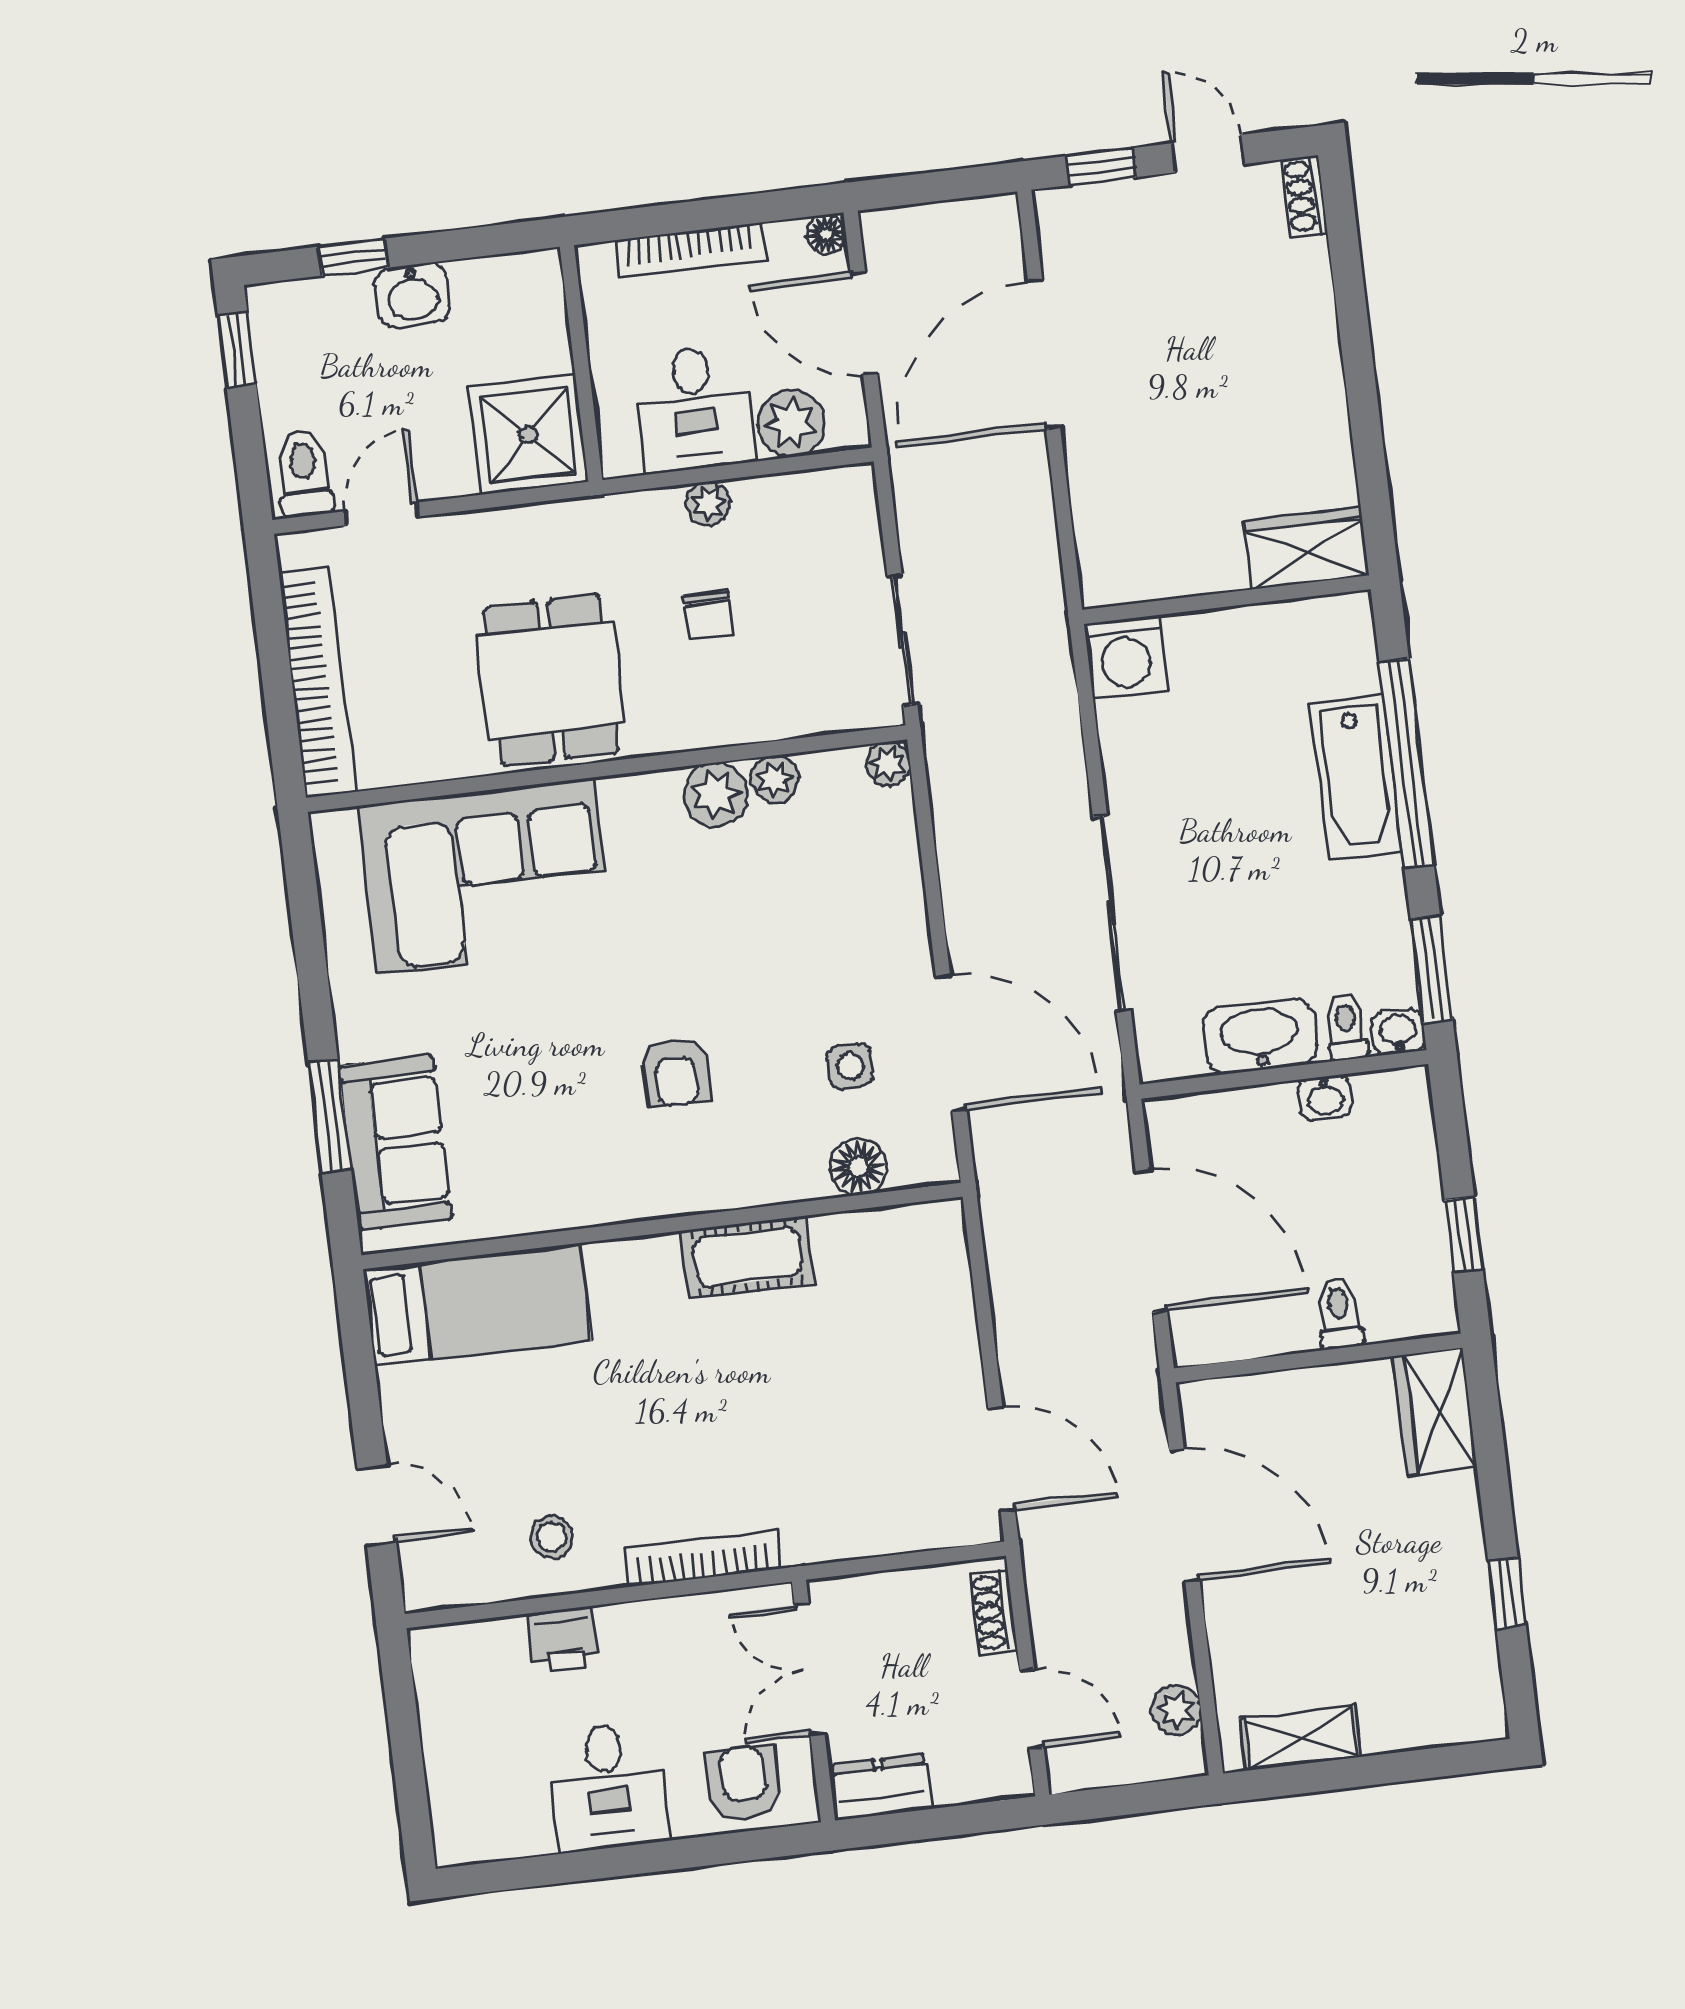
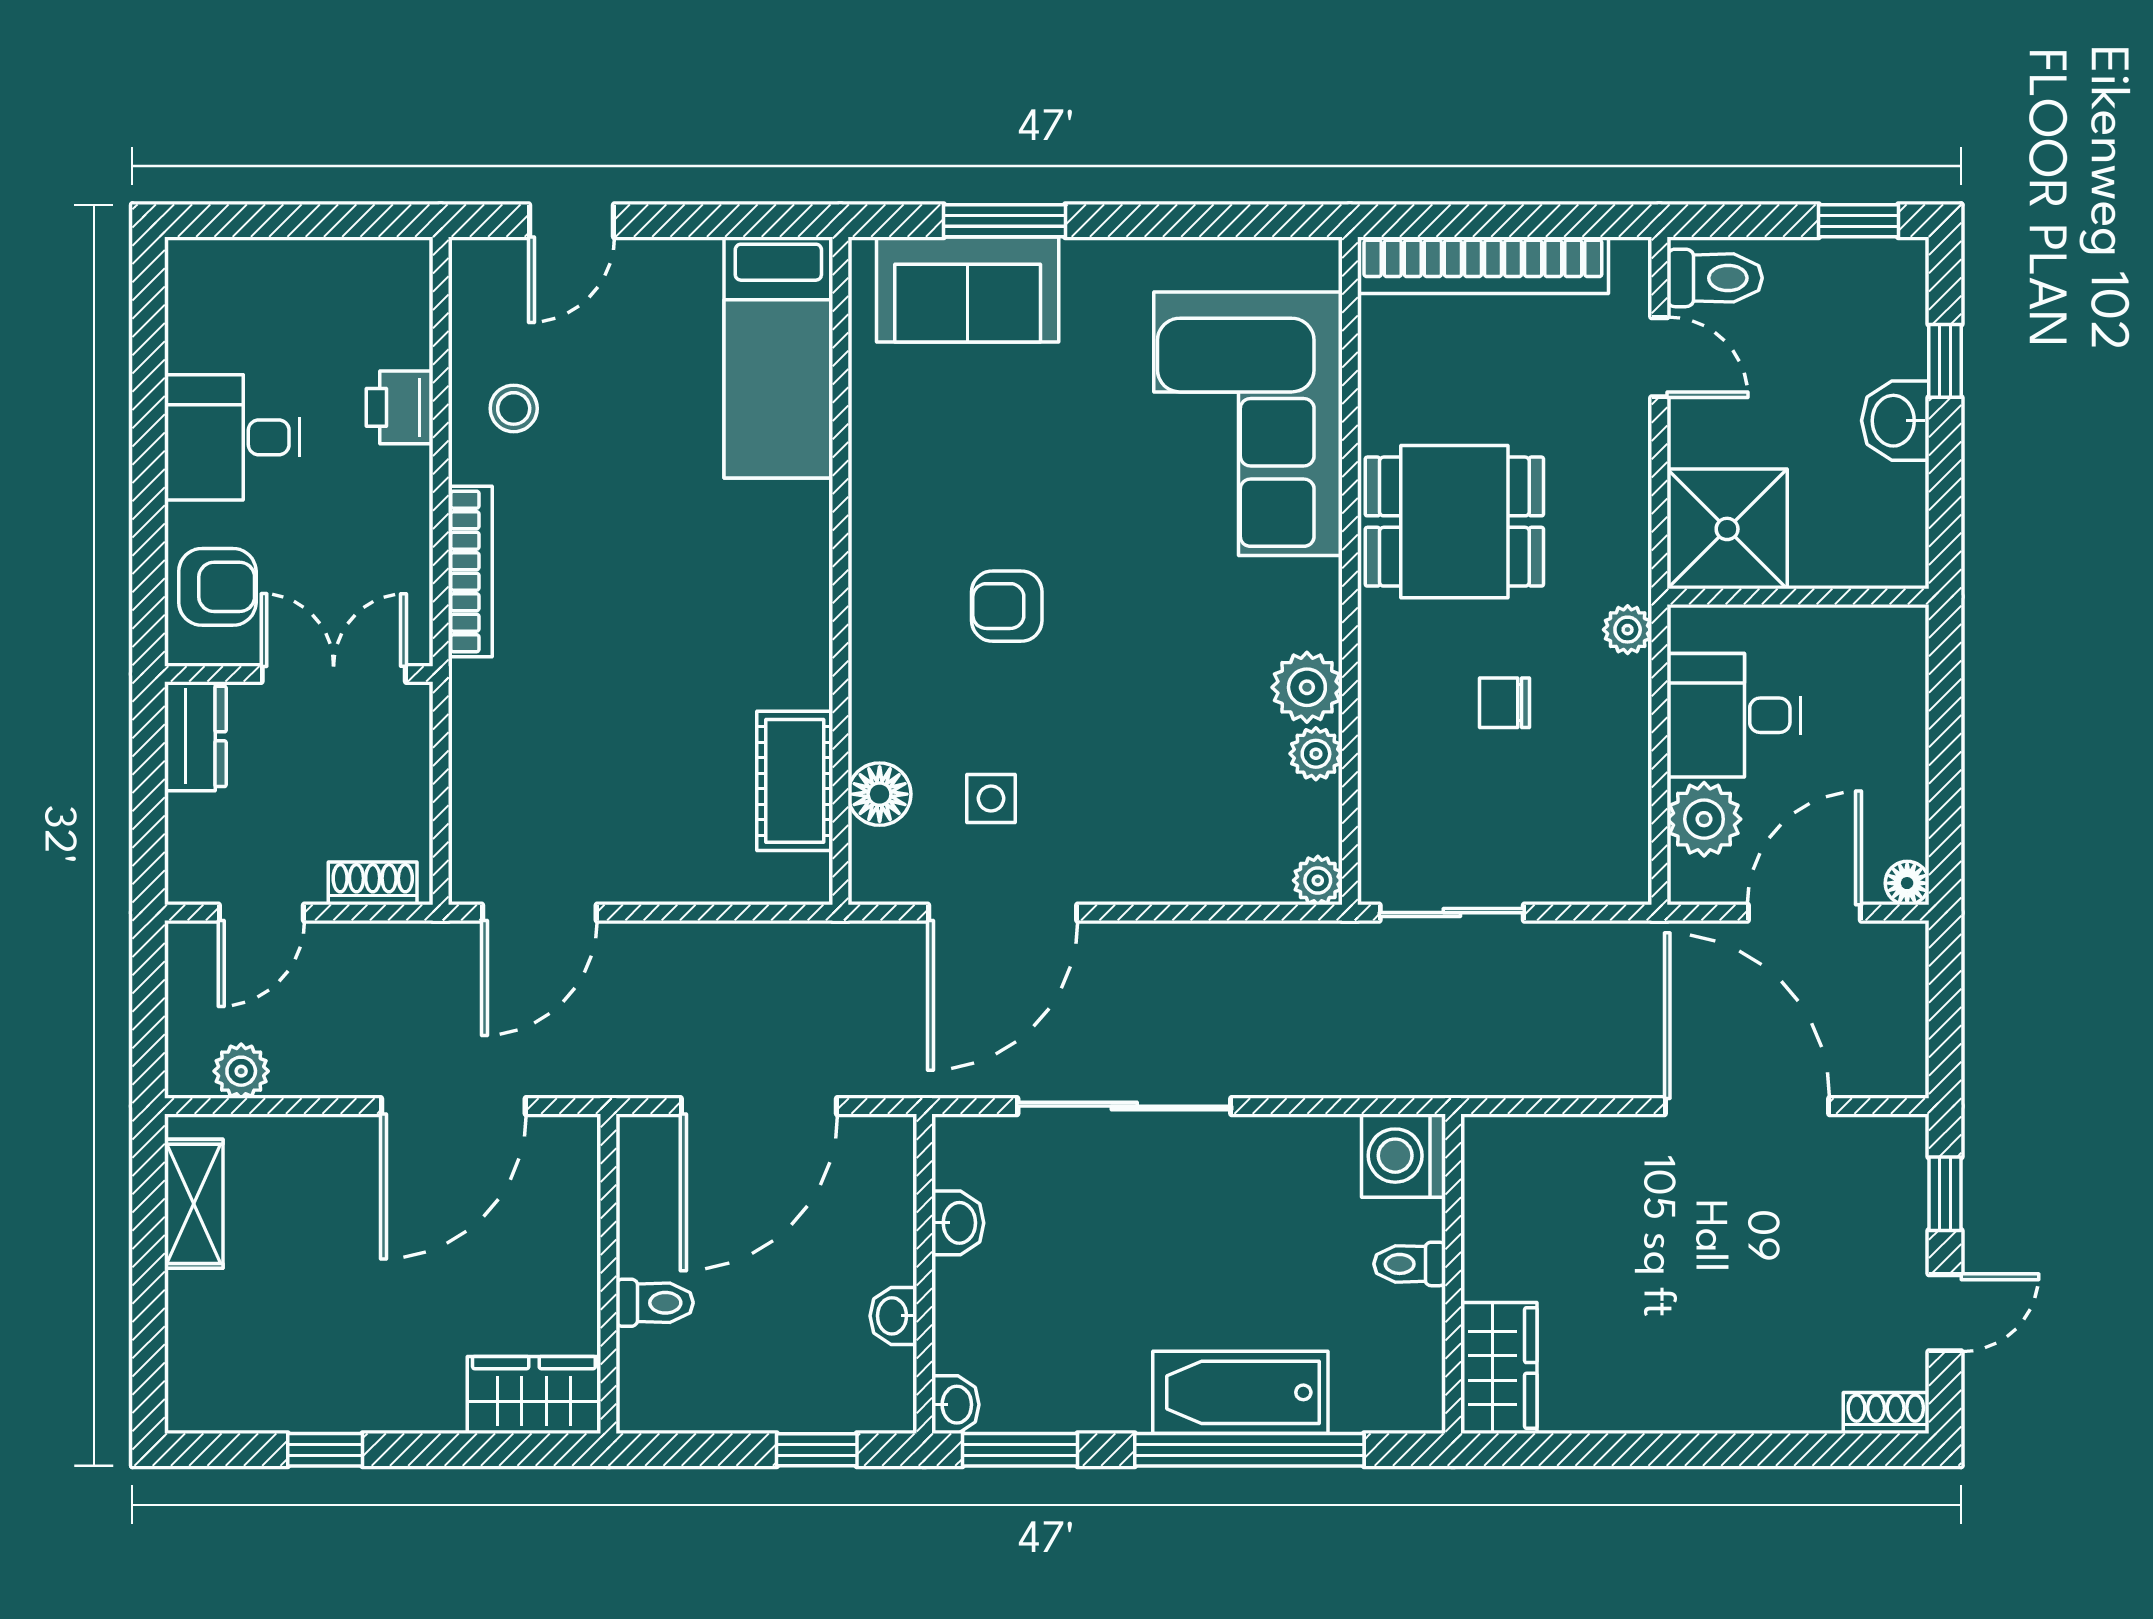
bookcase: (690, 250) -> (1908, 732), removed
plant: (709, 503) -> (1628, 630), moved
toilet: (1346, 1027) -> (1410, 1264), moved, turned 180
washbasin: (1260, 1036) -> (958, 1223), width x0.52, depth x0.69
window: (1464, 1234) -> (817, 1450), moved
cot: (748, 1257) -> (795, 781), moved

